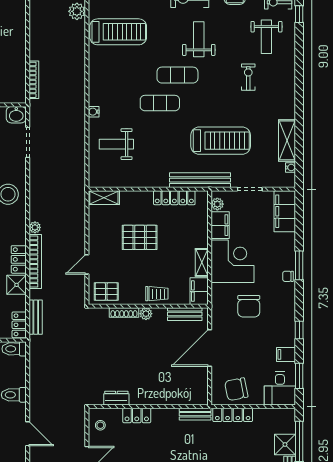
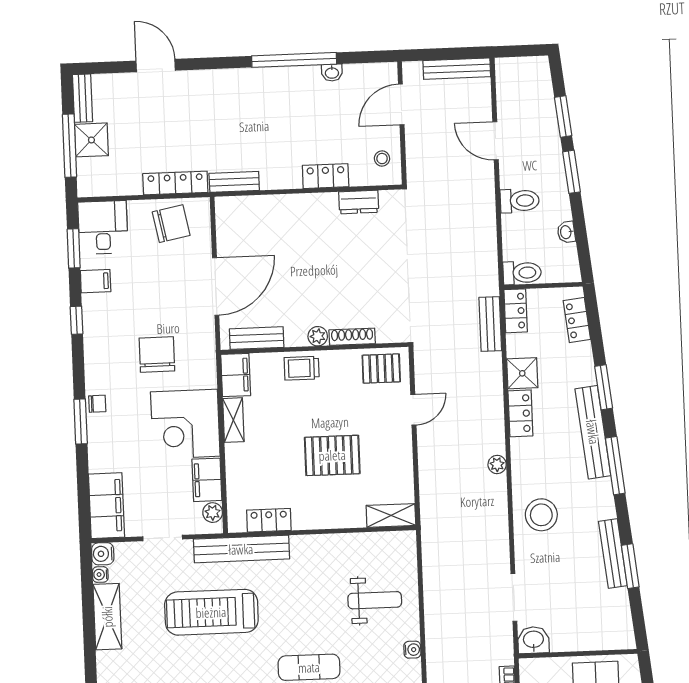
water cooler: (288, 181) -> (103, 554), added
locker: (174, 198) -> (269, 520), width x0.66
bookcase: (35, 262) -> (494, 411), removed

